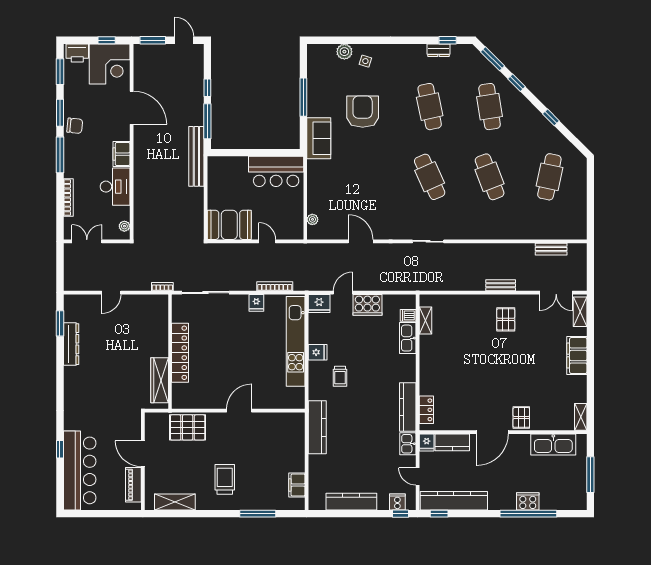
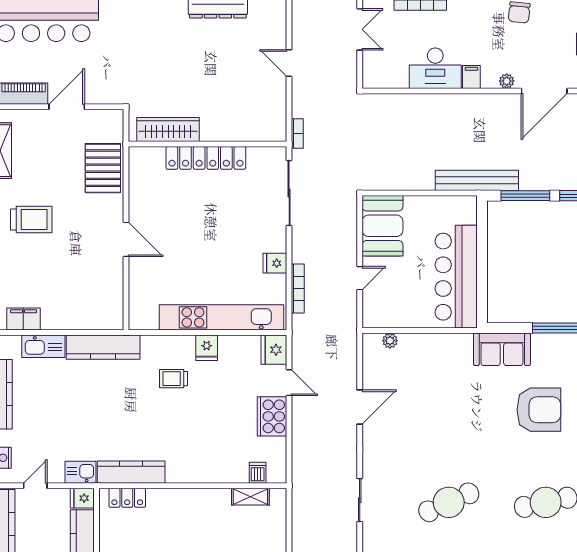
filing cabinet: (121, 154) -> (471, 77), width x0.50
bar counter: (276, 171) -> (456, 277), width x1.36
plant: (124, 226) -> (507, 81), moved
kitchen sink: (408, 338) -> (43, 346), moved, turned 180

